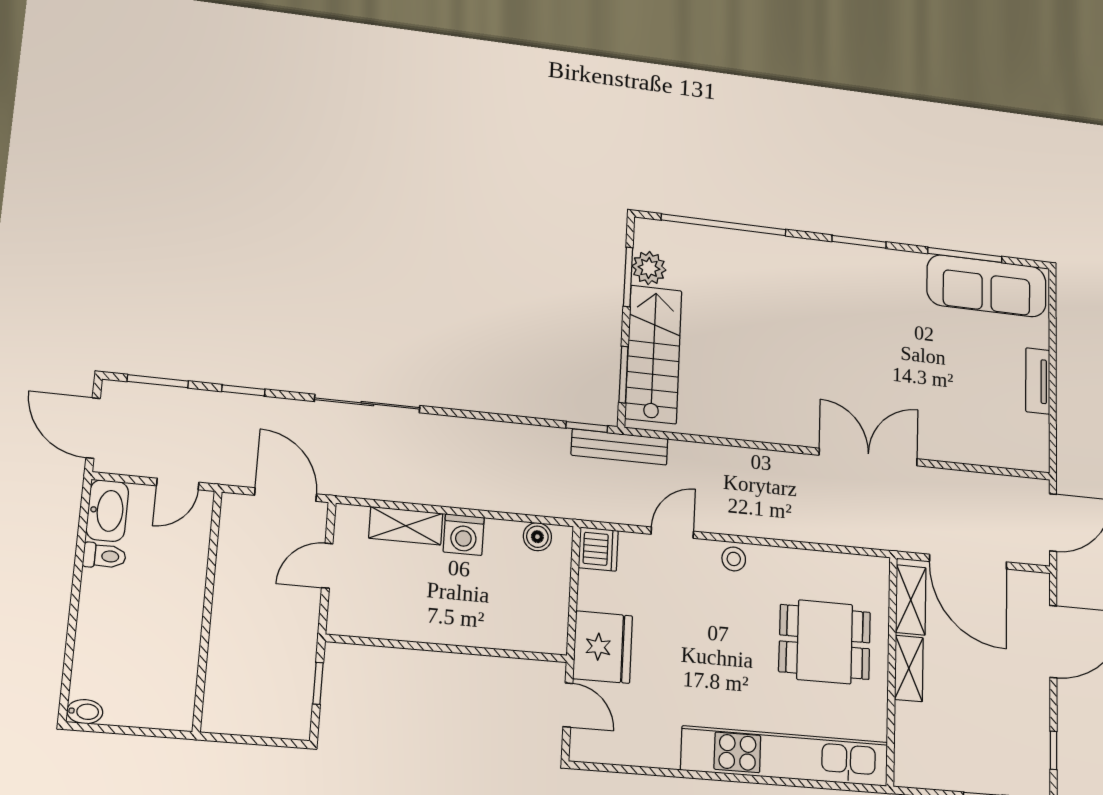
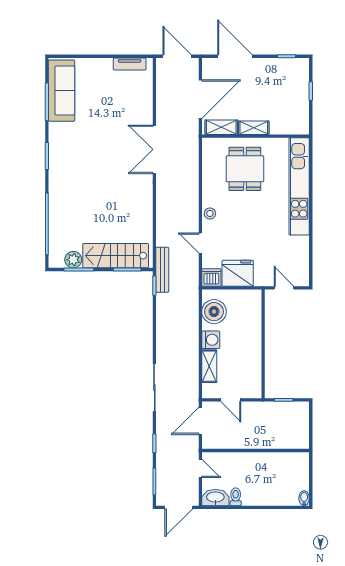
tv unit: (1038, 381) -> (130, 64), moved
boiler: (537, 537) -> (214, 312), width x1.86, depth x1.86
fridge: (603, 647) -> (238, 273), moved
door: (568, 705) -> (284, 288), hinge flipped

